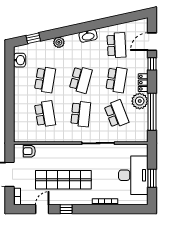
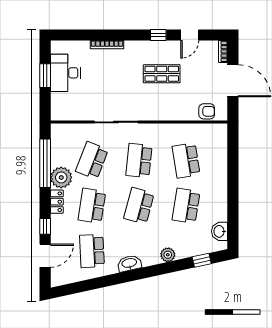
school desk: (116, 114) -> (92, 160), turned 42
desk: (133, 175) -> (65, 73), width x0.73, depth x0.77
shop shelf: (63, 180) -> (162, 74), width x0.50, depth x0.74

